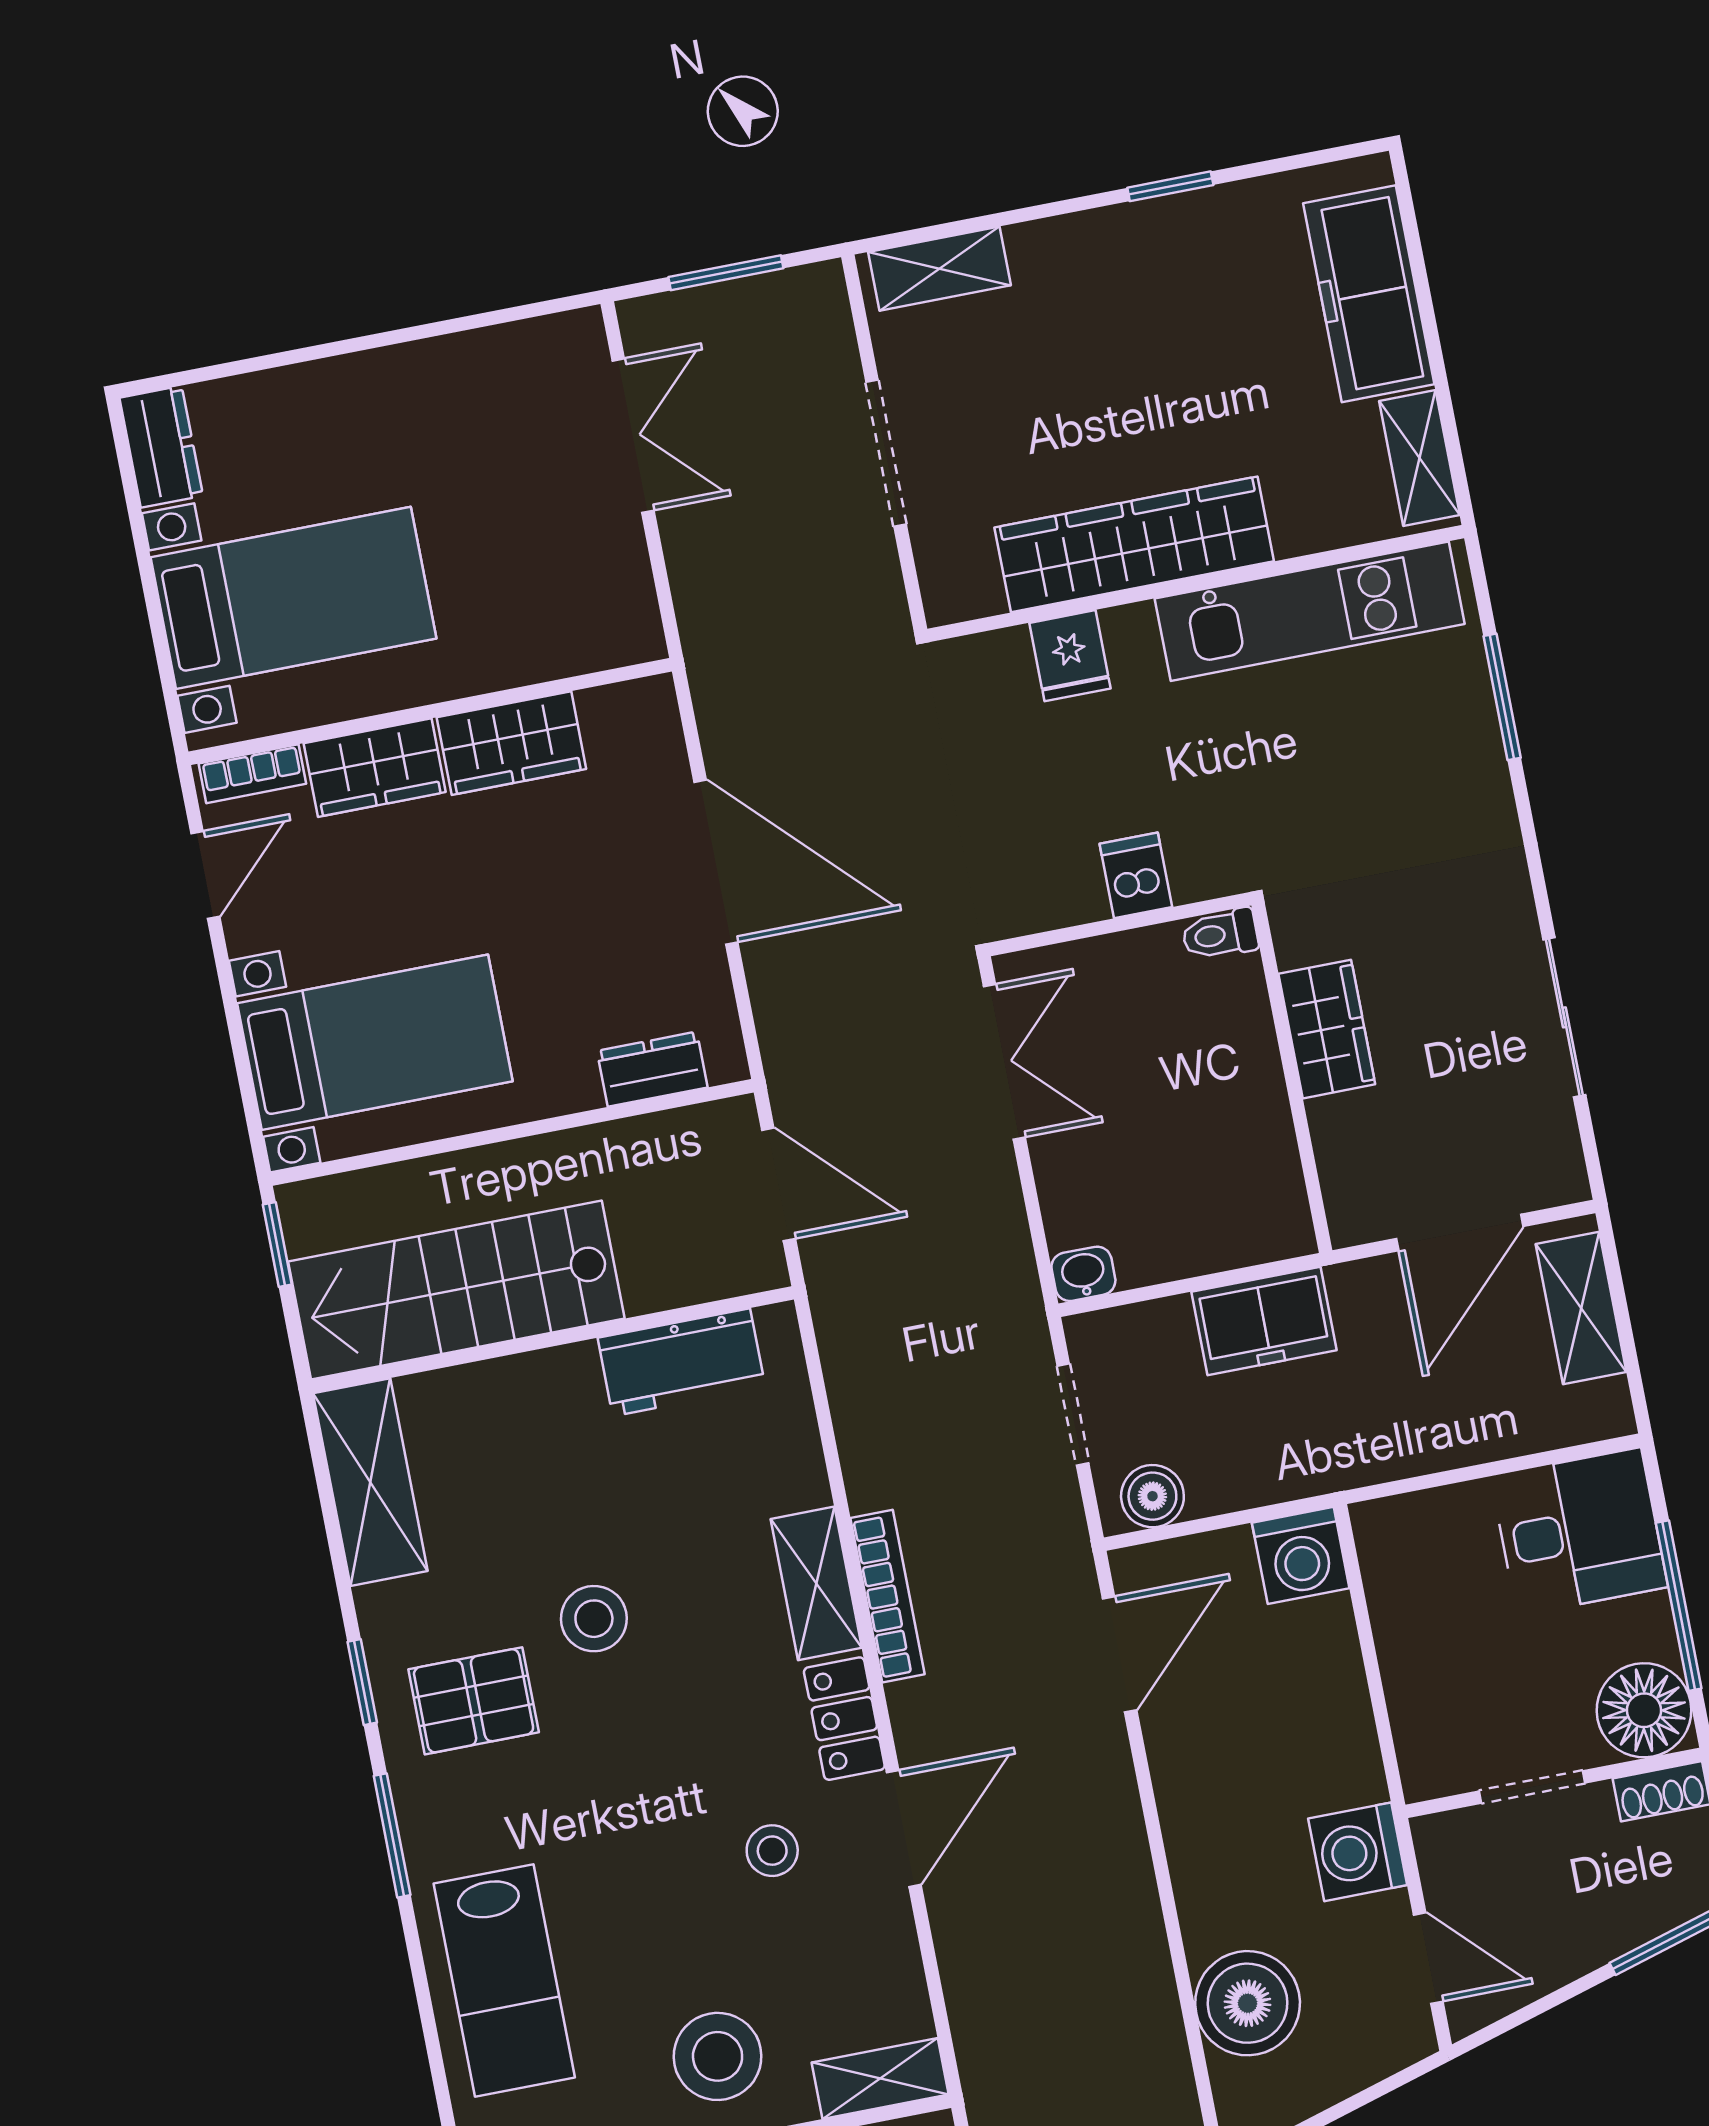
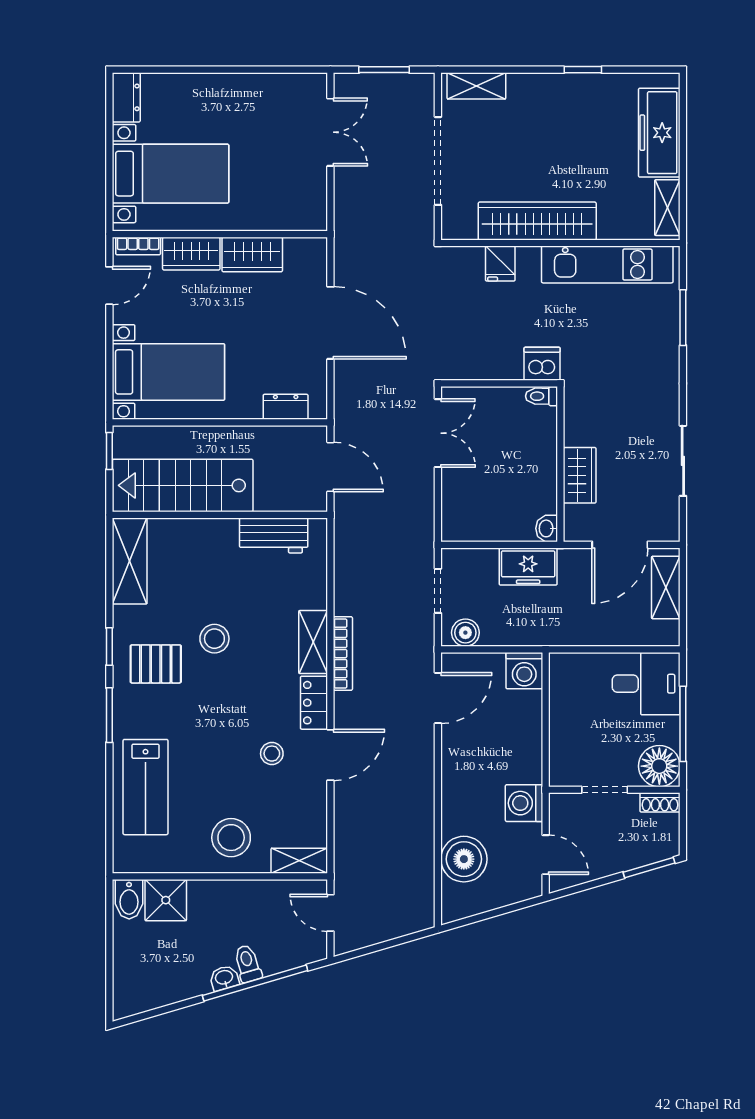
doorway: (886, 453) -> (438, 161), width x1.36
dishwasher: (1136, 875) -> (542, 364), moved, width x1.38
wardrobe: (1327, 1029) -> (580, 475), moved
washbasin: (1083, 1274) -> (547, 528), moved, turned -90

